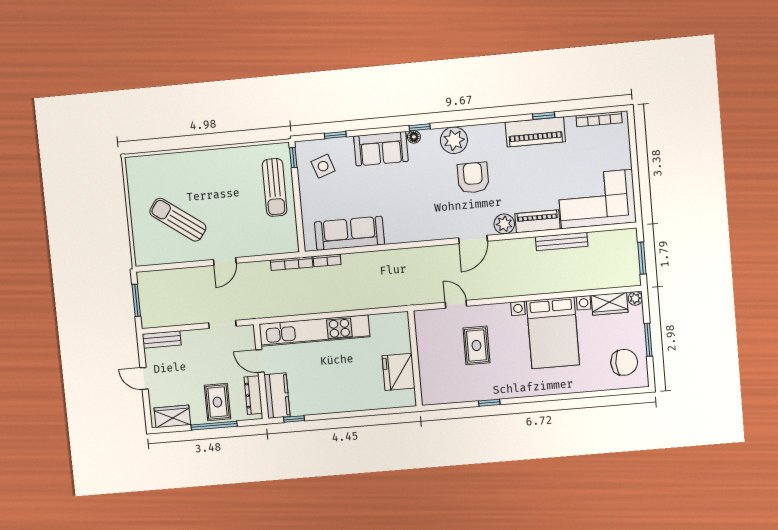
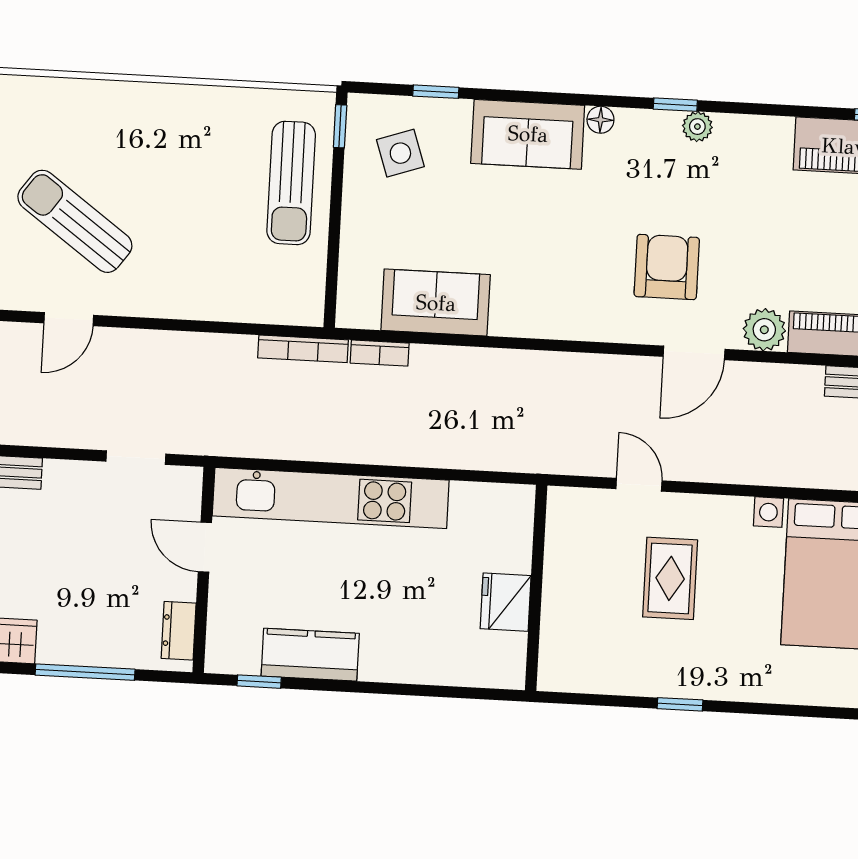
window: (420, 127) -> (675, 105), moved
plant: (454, 140) -> (697, 127), width x0.53, depth x0.53
armchair: (473, 178) -> (667, 267), moved
sofa: (349, 233) -> (436, 303), width x0.73
door: (225, 261) -> (69, 319), moved
fridge: (399, 372) -> (506, 602), width x0.73, depth x0.75
dresser: (253, 395) -> (179, 631), width x0.70
kitchen counter: (277, 396) -> (310, 655), moved, turned -90
rug: (217, 402) -> (100, 622), removed

